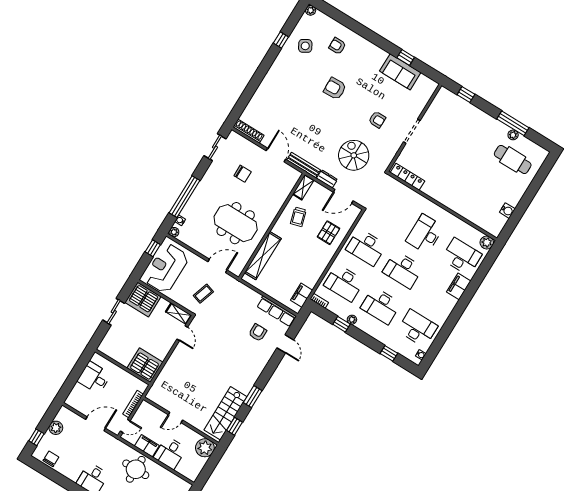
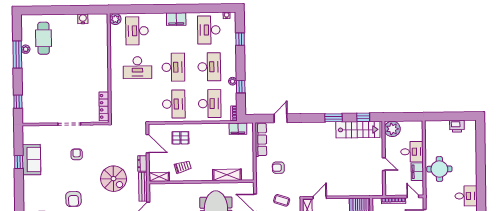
spiral stairs: (354, 155) -> (114, 179), moved, turned -90
shelving: (263, 256) -> (227, 175), width x0.68
filing cabinet: (459, 286) -> (176, 19), moved
armchair: (258, 333) -> (278, 168), moved

